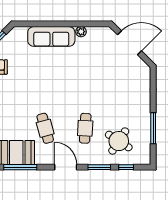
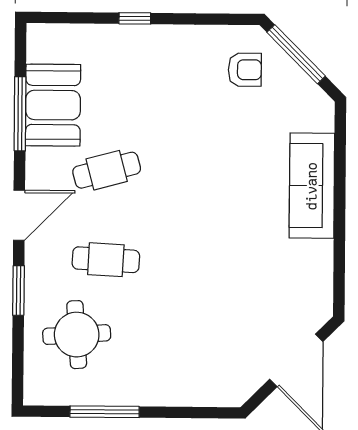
plant: (81, 32) -> (322, 252), removed
round table: (119, 141) -> (77, 335), turned -37
window: (126, 167) -> (18, 350), removed

